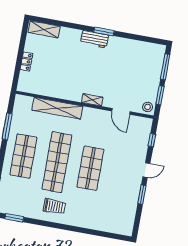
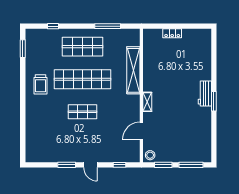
shelving: (44, 29) -> (205, 44), removed
shop shelf: (90, 168) -> (83, 112), width x0.70, depth x0.74

